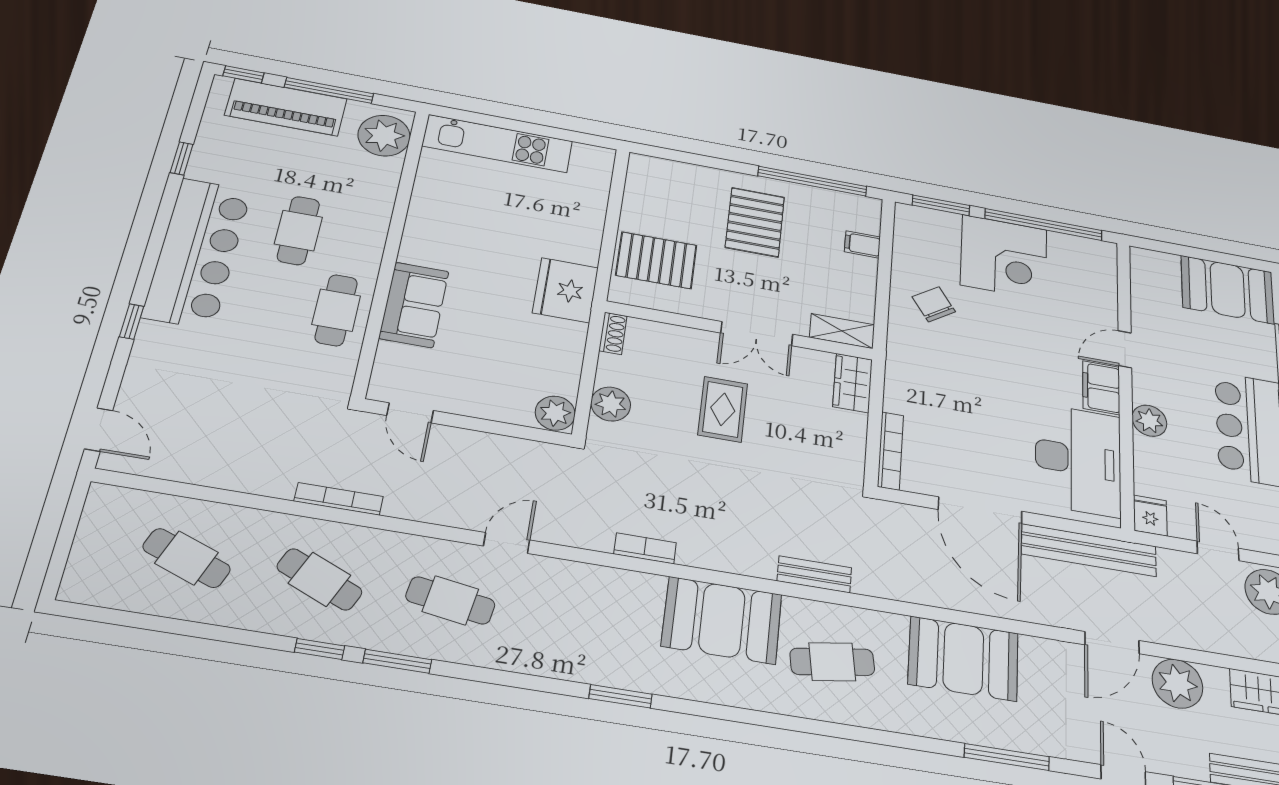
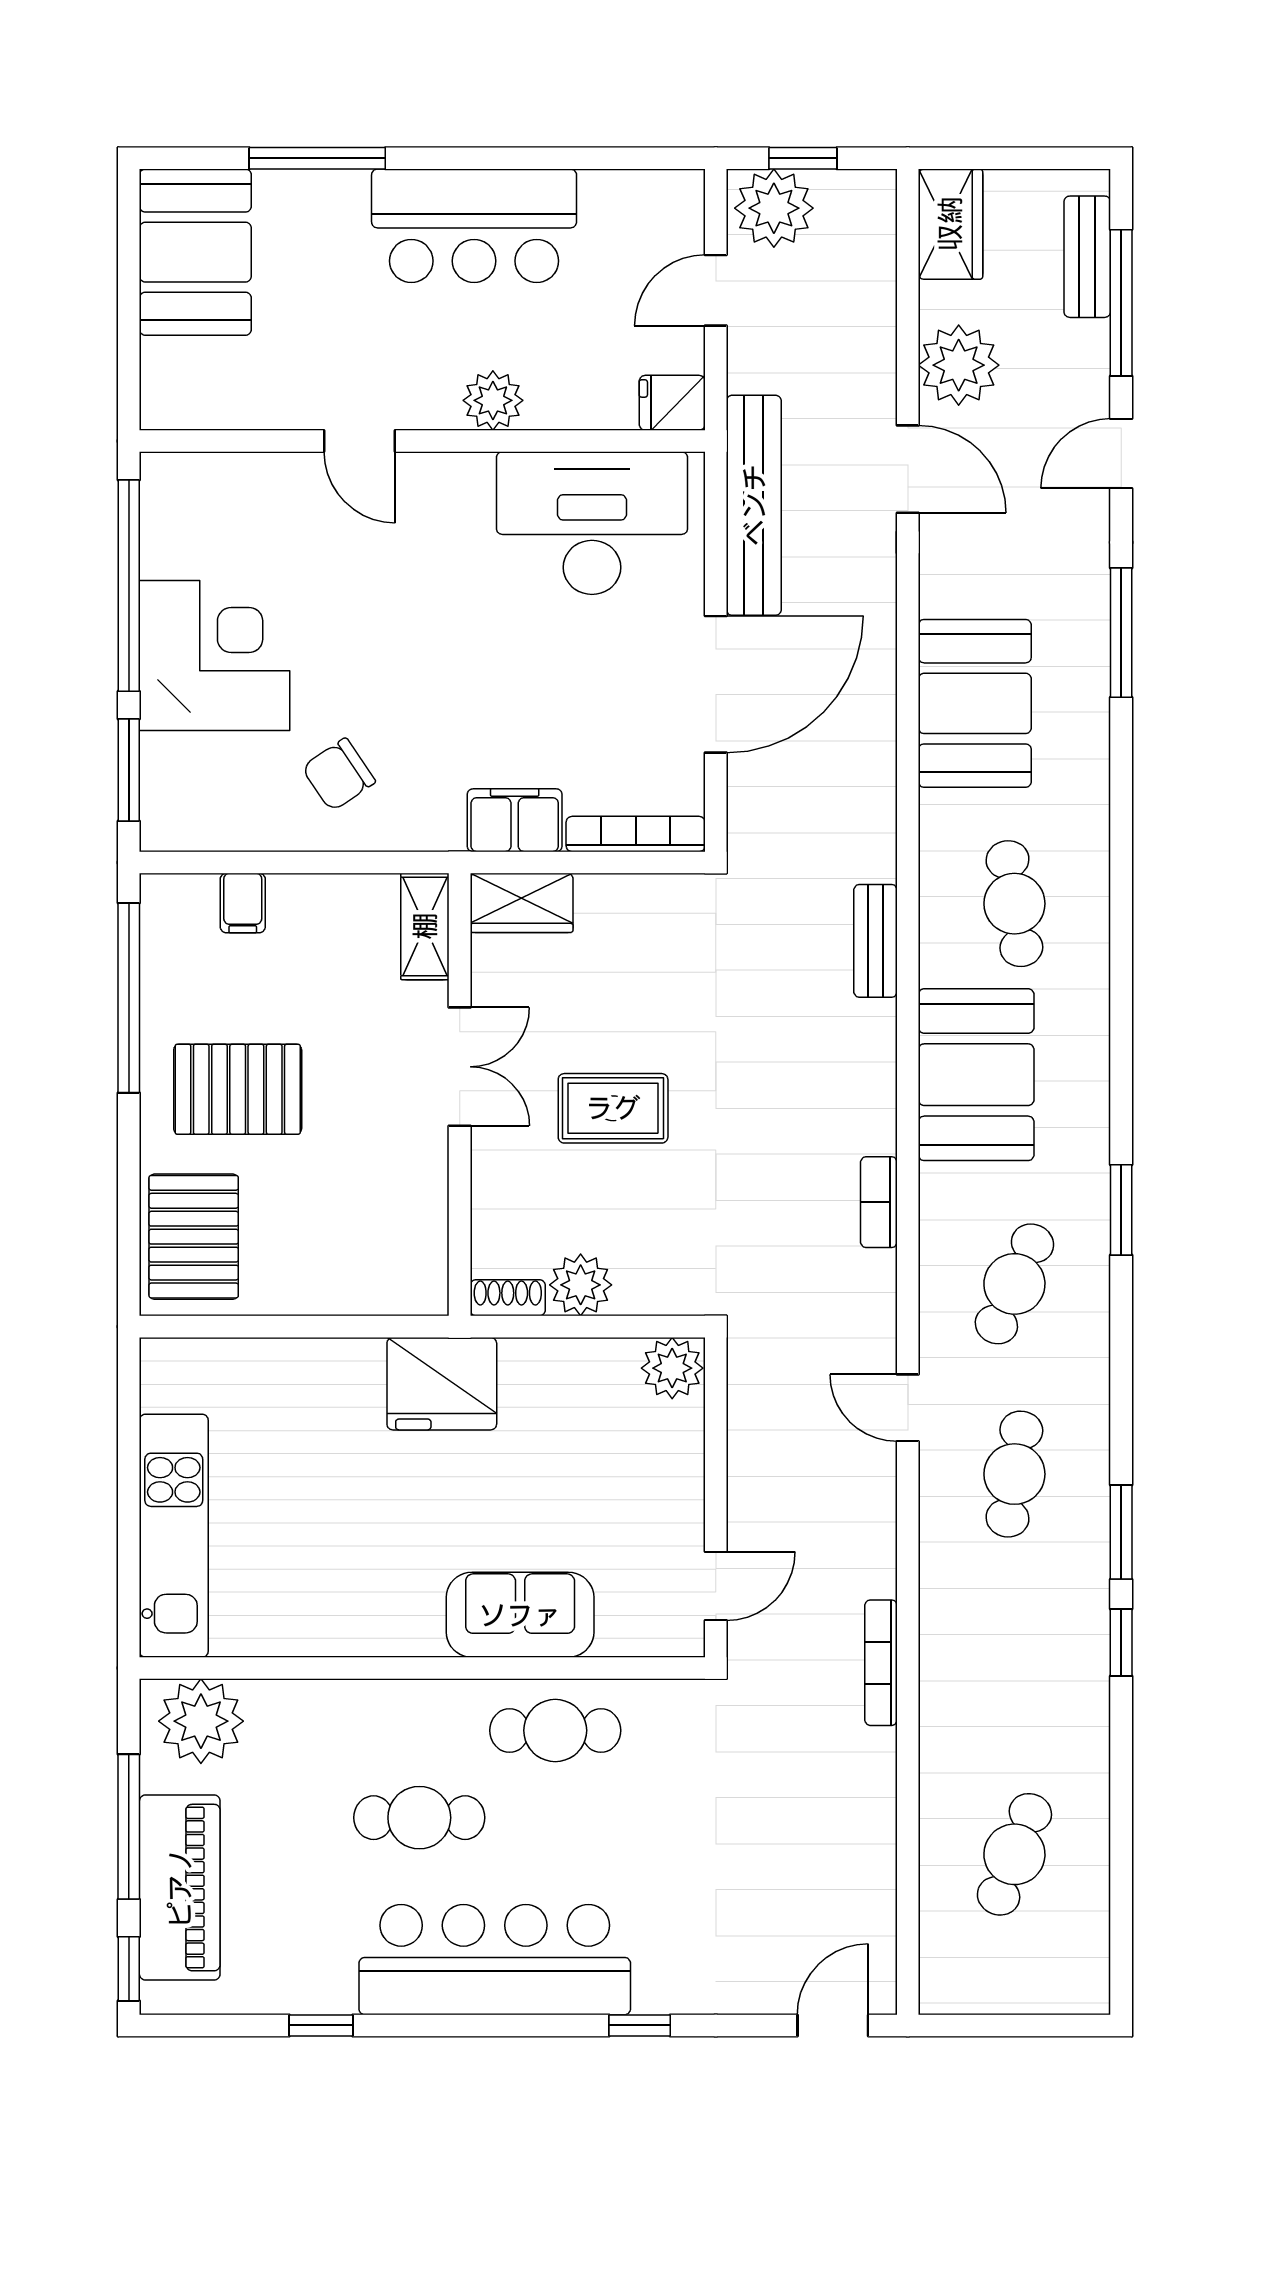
pallet: (656, 260) -> (194, 1237), moved
filing cabinet: (1101, 388) -> (515, 820), moved, turned 180
plant: (611, 404) -> (581, 1285), moved
cafe table: (319, 579) -> (1014, 1284), moved

